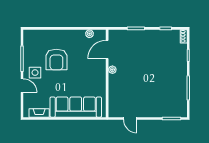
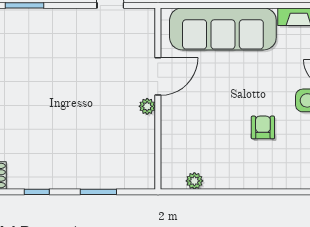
door: (107, 49) -> (158, 76), moved
armchair: (56, 60) -> (263, 127), width x0.53, depth x0.53

